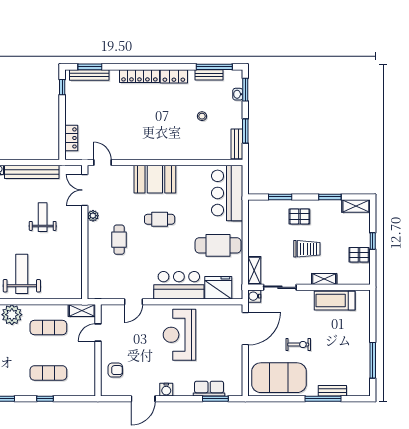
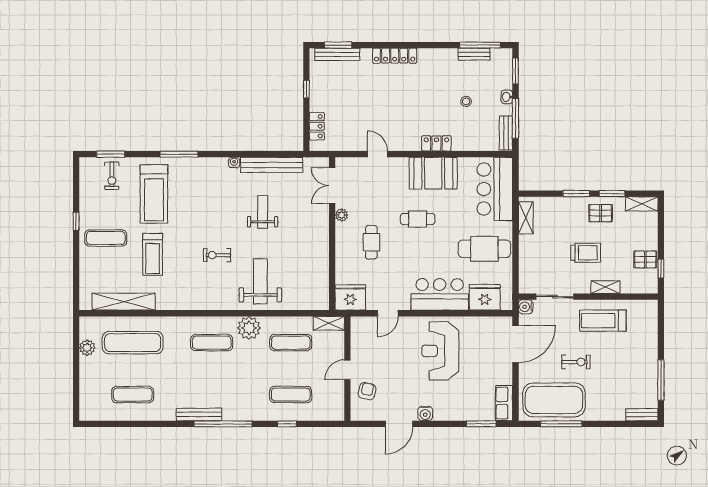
locker: (174, 76) -> (436, 143), moved, turned 180
window: (62, 87) -> (306, 89), moved
washbasin: (238, 94) -> (507, 97), moved
window: (245, 131) -> (515, 118), width x1.44
door: (102, 162) -> (378, 154), moved
booth: (155, 179) -> (433, 173), moved
window: (280, 197) -> (576, 194), moved
pallet: (299, 216) -> (601, 213), moved
weight bench: (43, 217) -> (263, 212), moved
window: (373, 241) -> (661, 269), moved
shelving: (254, 270) -> (526, 218), moved
fridge: (101, 288) -> (350, 297), added
treadmill: (335, 301) -> (603, 321), moved
door: (98, 332) -> (347, 370), moved
armchair: (115, 370) -> (367, 391), turned -79
row of seats: (209, 389) -> (504, 403), moved, turned -90
bench: (332, 391) -> (642, 415), moved
window: (323, 399) -> (561, 424), moved

